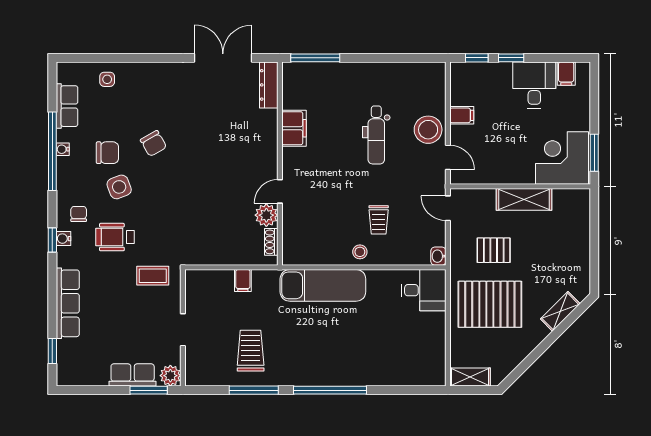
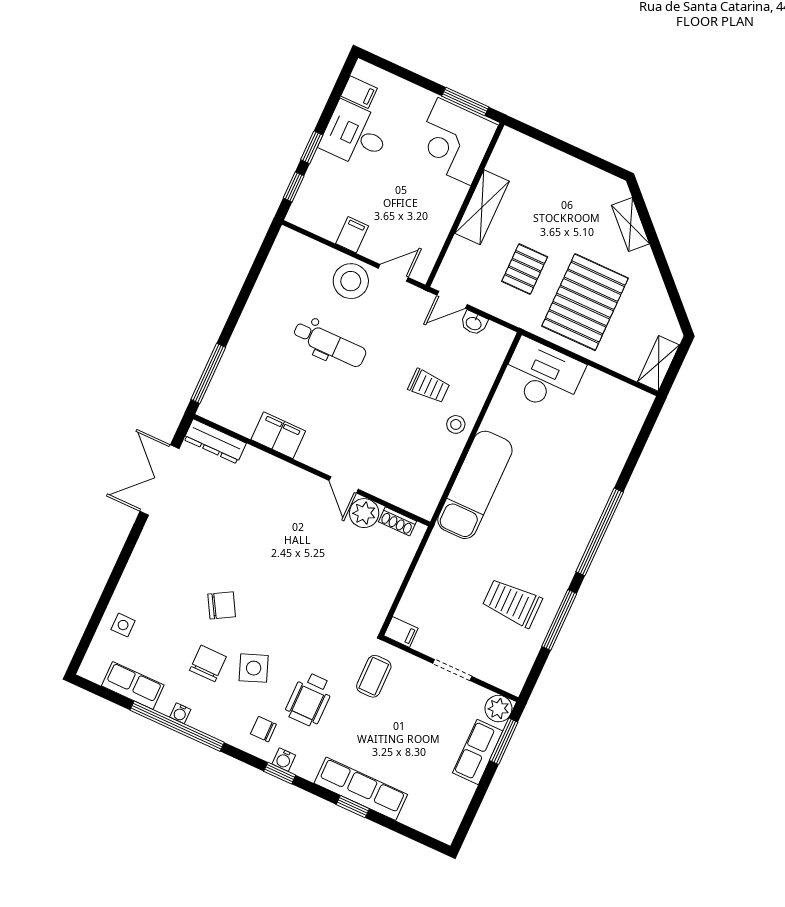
washbasin: (438, 256) -> (474, 323), moved
filing cabinet: (243, 281) -> (401, 632), moved
desk: (424, 290) -> (543, 375), width x1.37
window: (52, 351) -> (353, 807), moved

